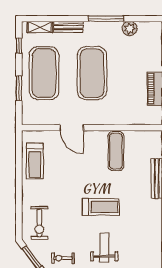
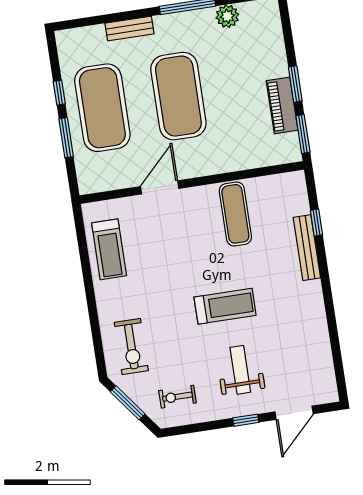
shelving: (40, 27) -> (85, 36), removed
window: (19, 46) -> (59, 93), moved
door: (72, 128) -> (160, 187), swing flipped

